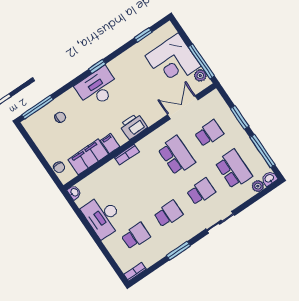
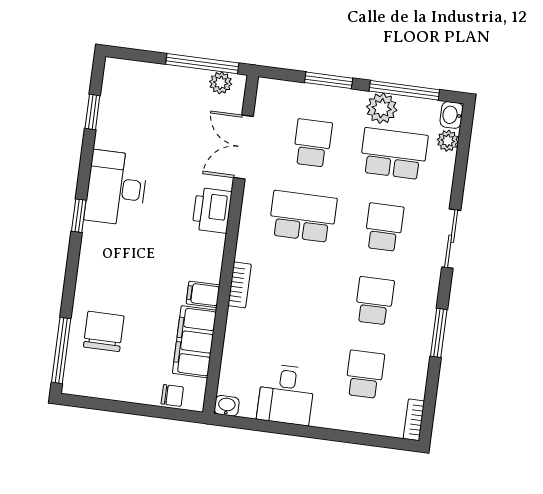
corner desk: (173, 61) -> (166, 103), removed
desk: (97, 88) -> (116, 188), moved
chair: (60, 117) -> (104, 331), width x1.87, depth x1.87
printer: (133, 126) -> (212, 210), moved
plant: (247, 148) -> (382, 108), added
desk: (103, 216) -> (286, 395), width x0.73

